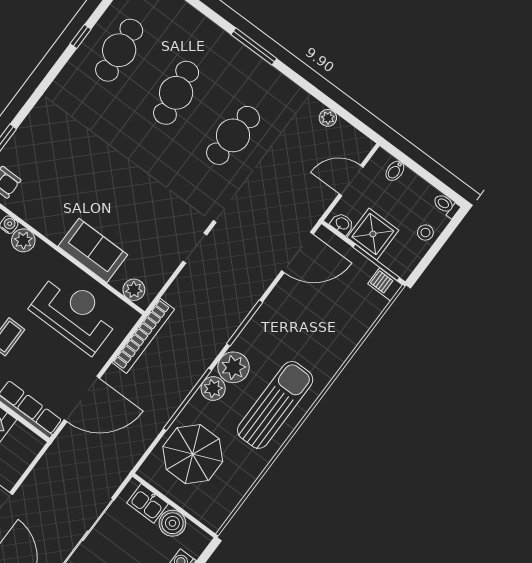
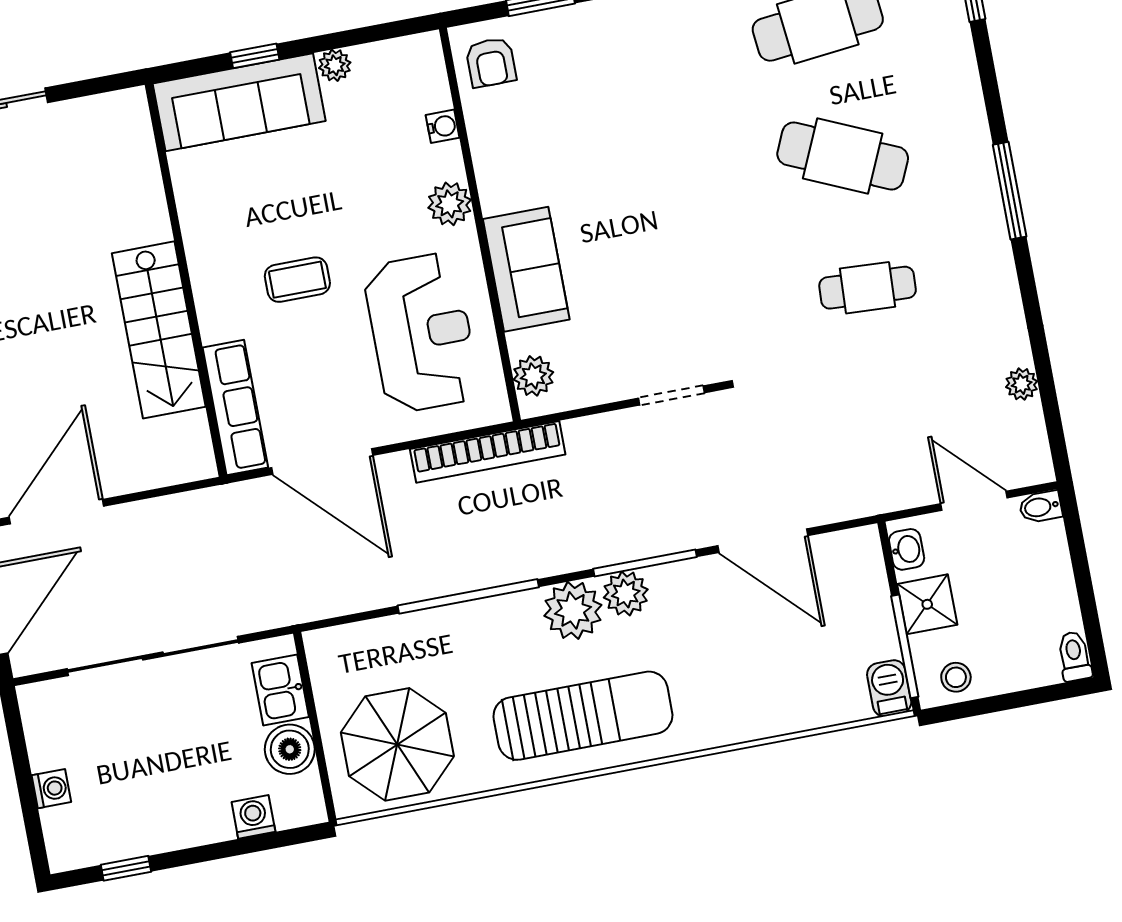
cafe table: (176, 93) -> (843, 156), turned 33
cafe table: (233, 135) -> (868, 288), width x0.73, depth x0.74
bidet: (395, 171) -> (1041, 507), moved
stool: (425, 233) -> (956, 677), moved
shower: (373, 234) -> (927, 604), width x0.73, depth x0.73
plant: (23, 240) -> (450, 204), moved
door: (297, 252) -> (763, 541), moved
plant: (213, 388) -> (626, 594), moved
parasol: (193, 454) -> (397, 744), moved

